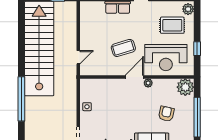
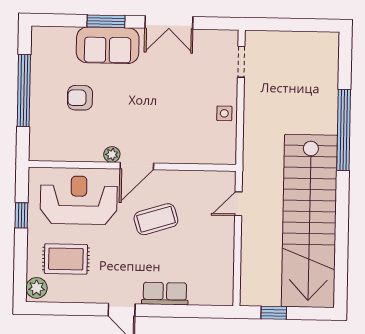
plant: (185, 87) -> (44, 146), removed
armchair: (166, 114) -> (80, 98), turned 78

